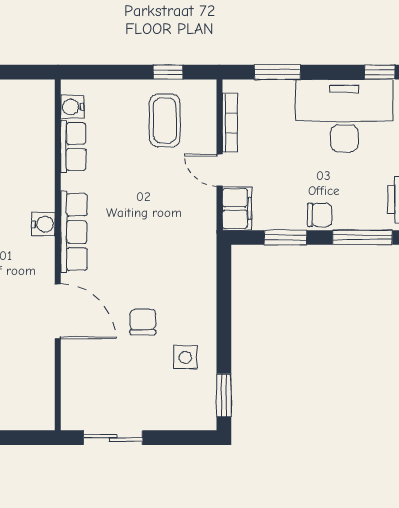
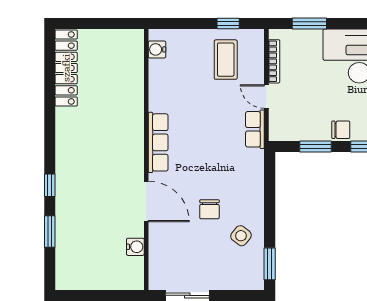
row of seats: (73, 147) -> (255, 129), moved, turned 180
filing cabinet: (237, 209) -> (279, 125), removed
water cooler: (43, 224) -> (135, 247), moved
chair: (143, 322) -> (209, 209), turned 180
side table: (185, 357) -> (241, 236), turned 38

